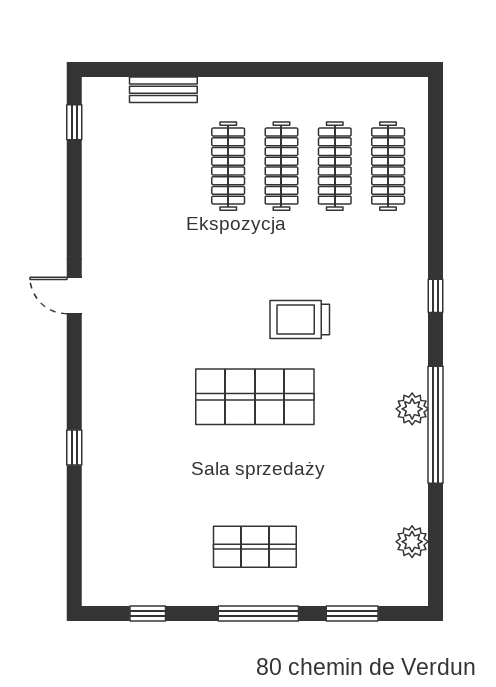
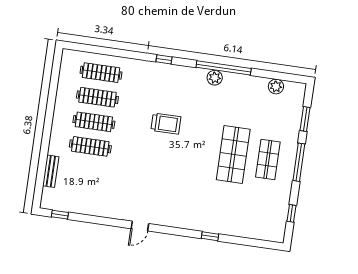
trolley: (300, 319) -> (166, 124), turned -90
shop shelf: (255, 397) -> (233, 154), moved

